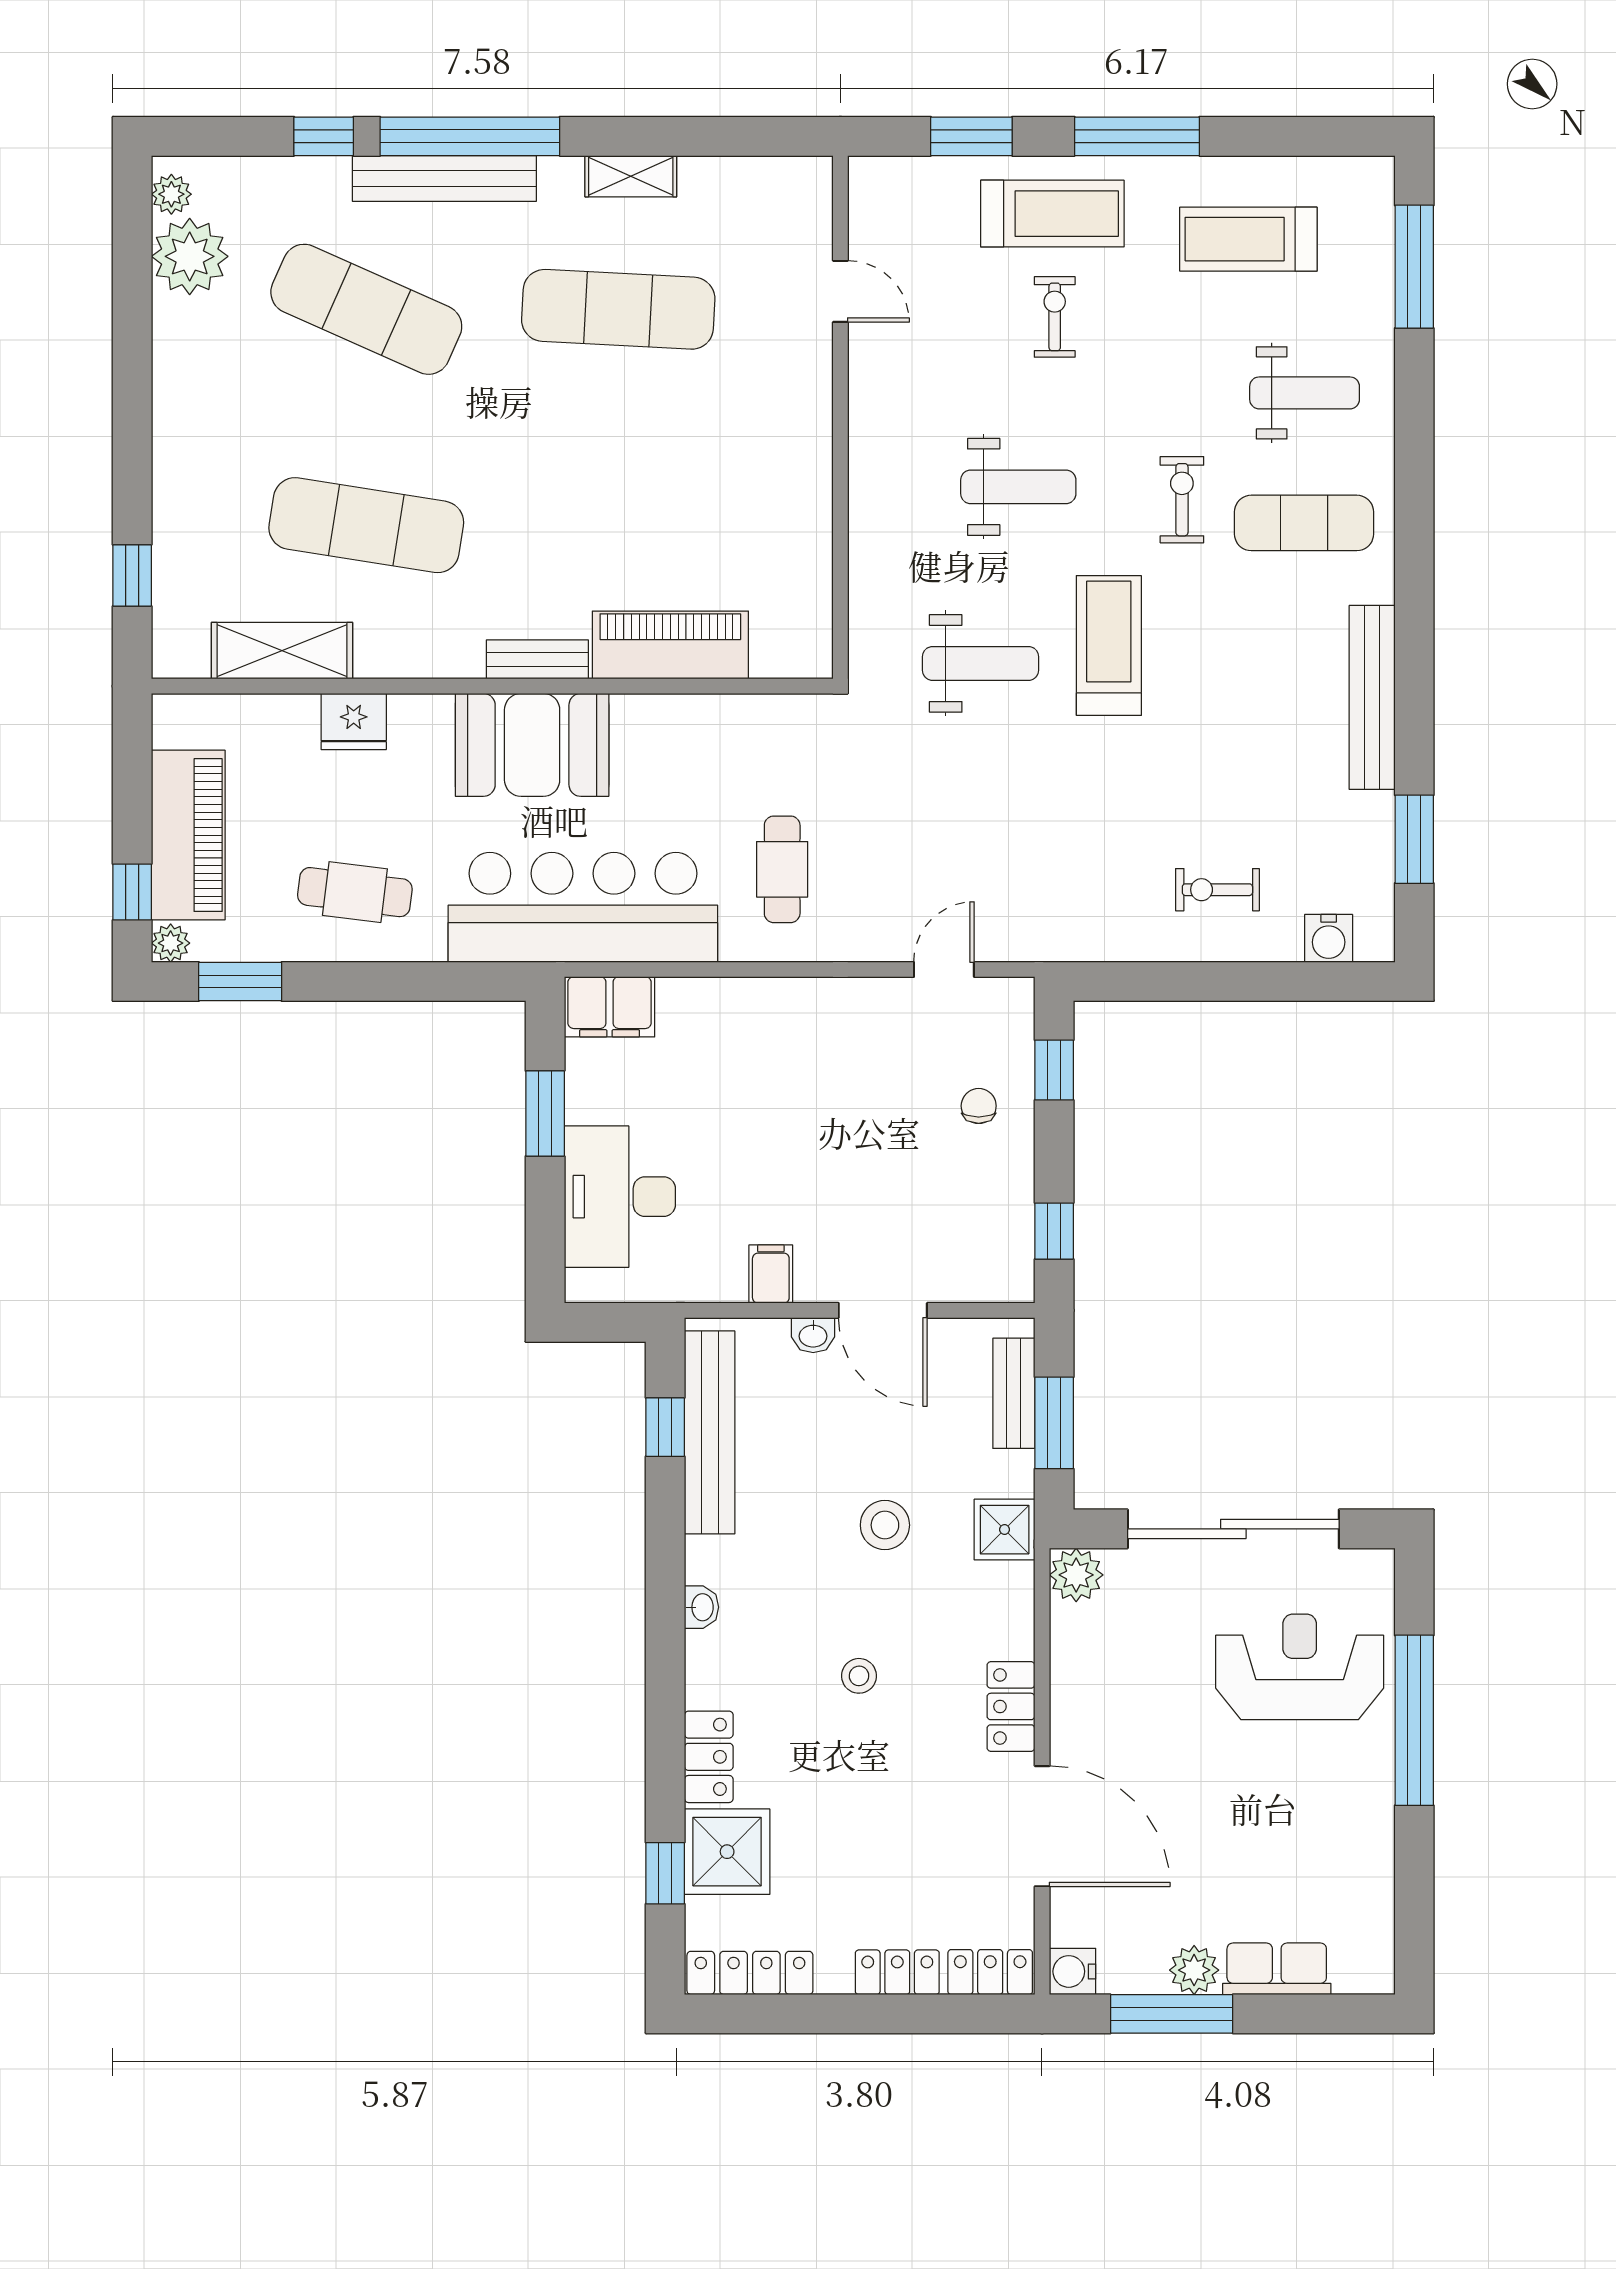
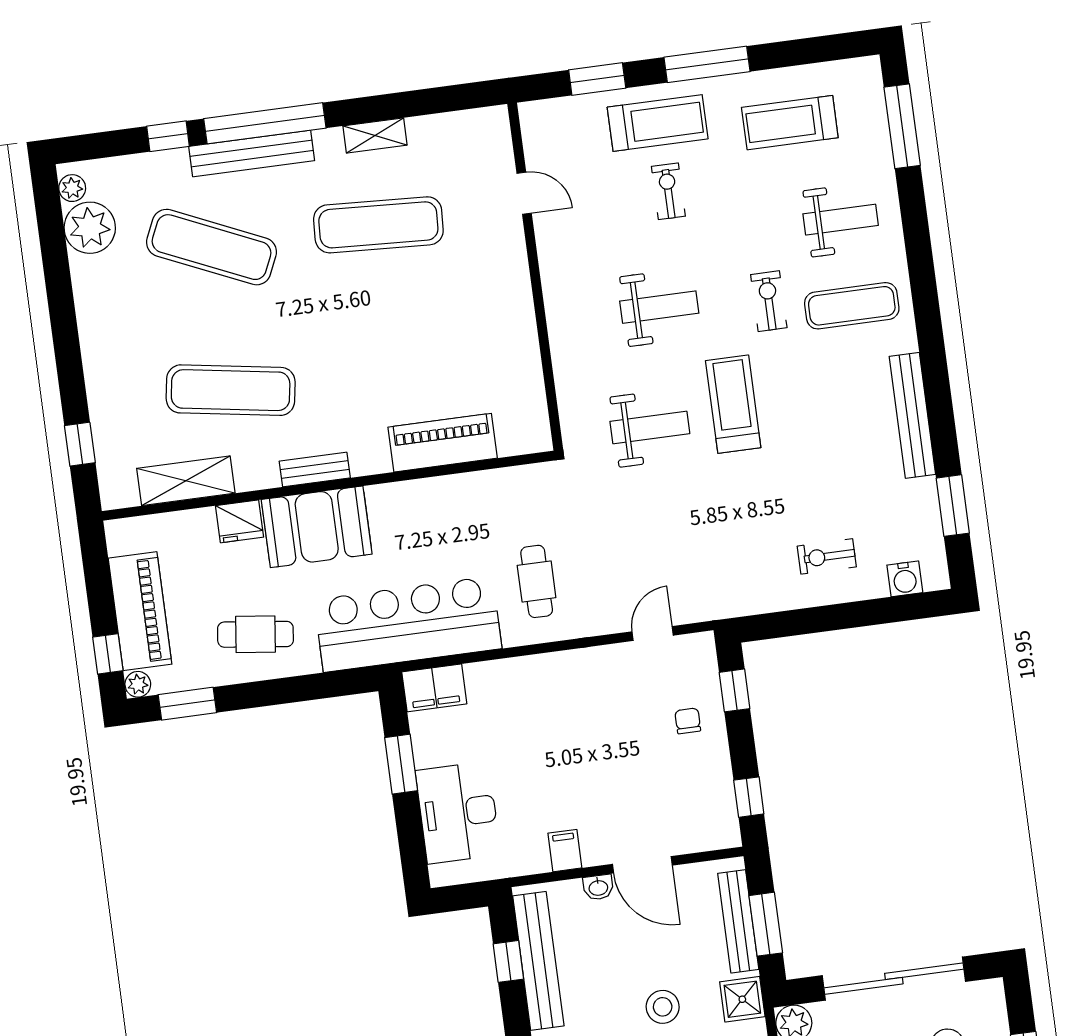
bench: (537, 659) -> (315, 469), moved
booth: (532, 745) -> (317, 527), moved
bench: (1014, 1393) -> (738, 921), width x1.36

